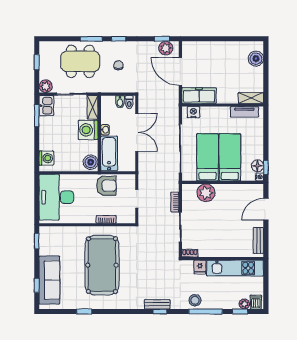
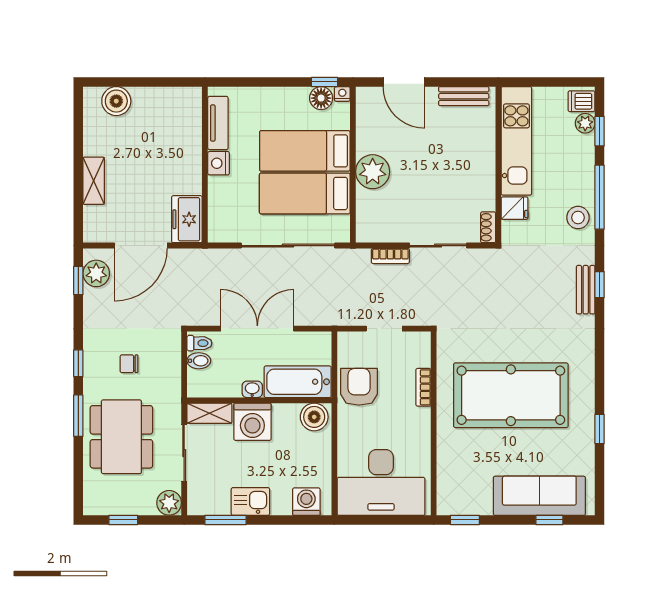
freezer: (199, 96) -> (187, 219), width x0.71
shelving: (251, 98) -> (94, 181), moved
kitchen sink: (46, 106) -> (250, 501), moved
nightstand: (193, 112) -> (219, 163), moved
plant: (206, 193) -> (373, 172), moved

